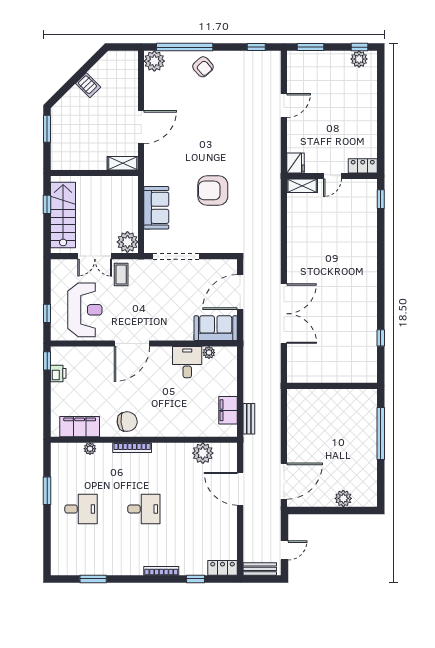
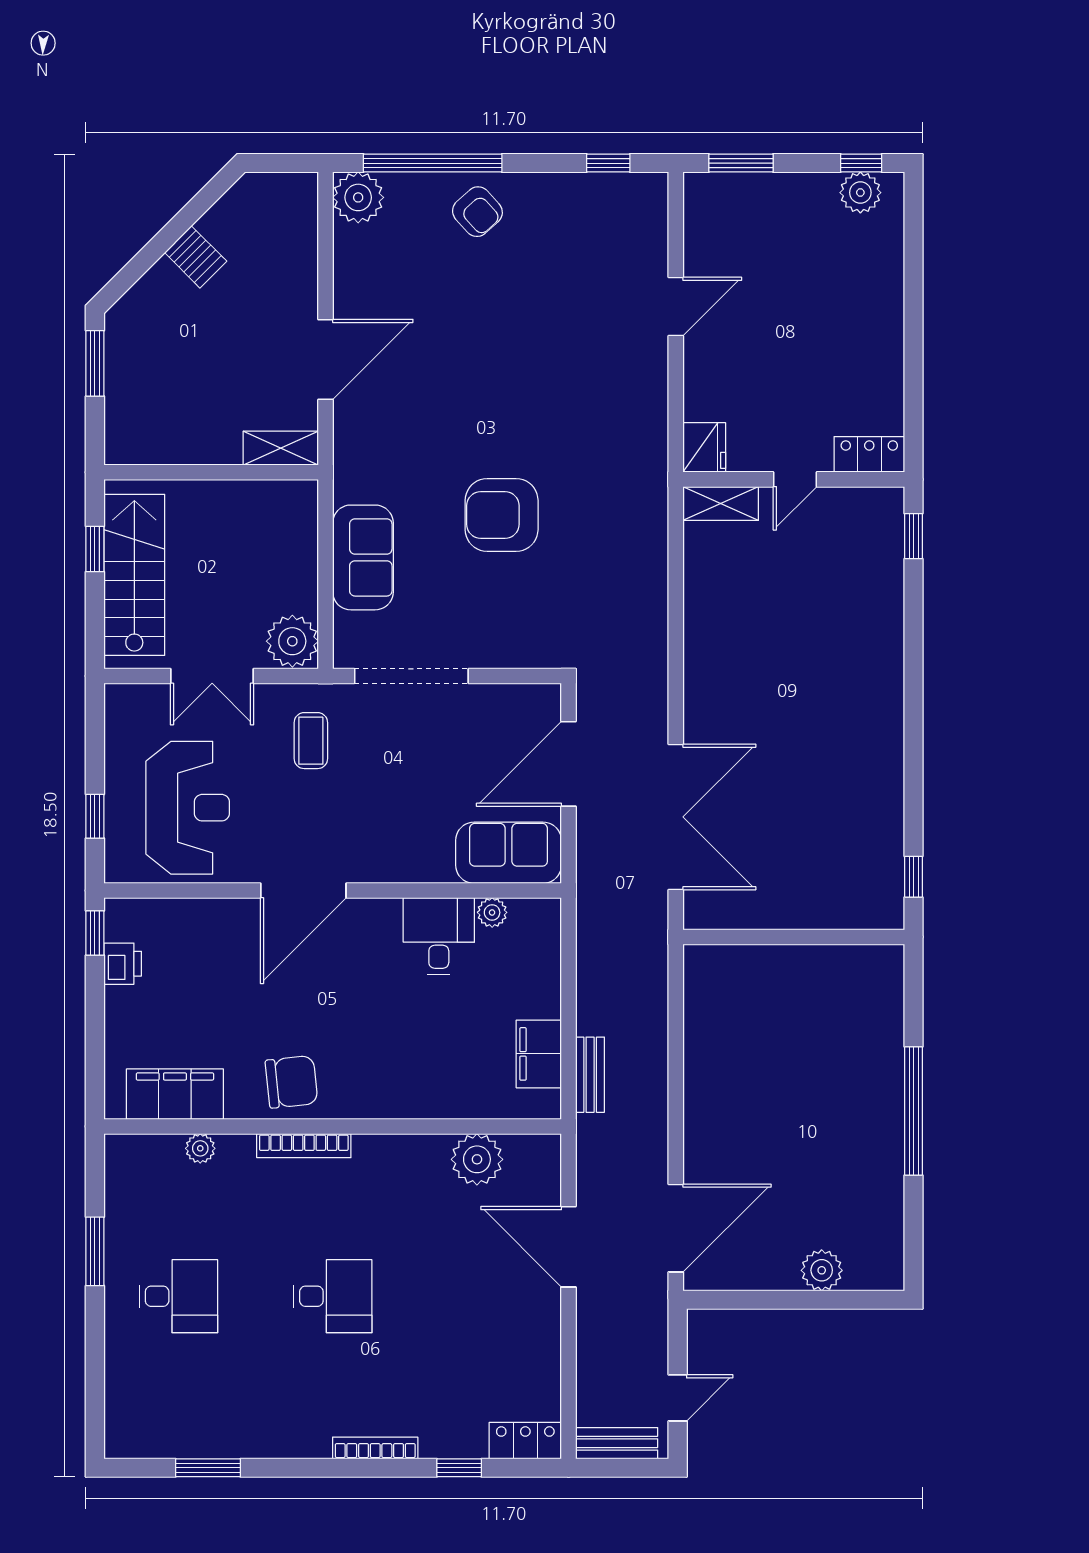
coffee table: (121, 275) -> (311, 741), moved
wall: (332, 386) -> (794, 937), moved

